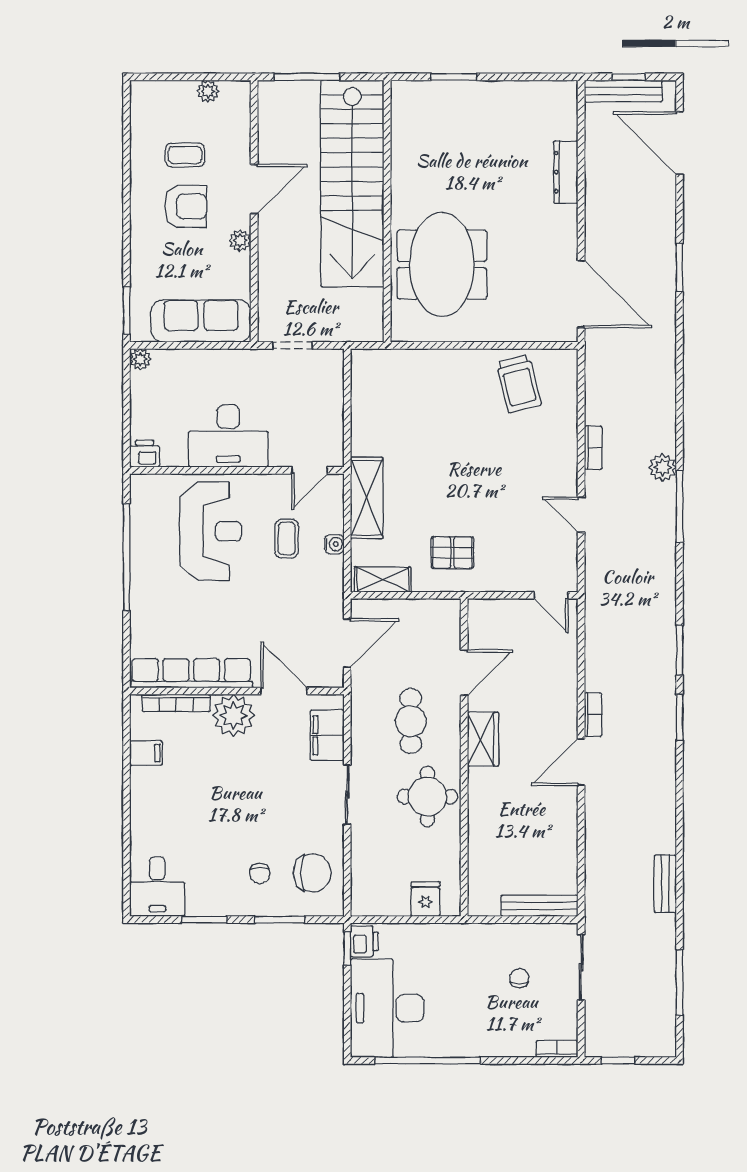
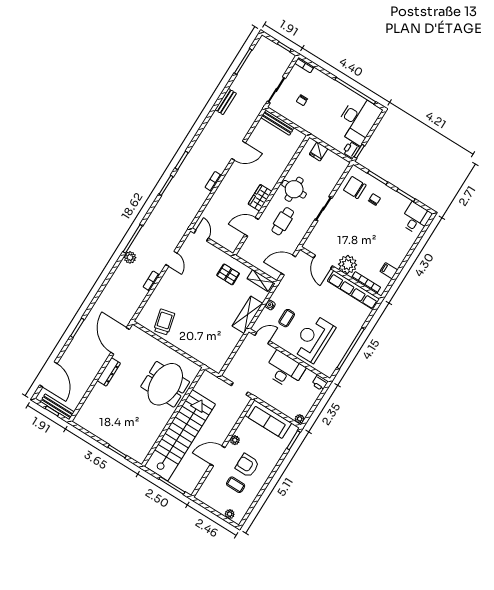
plant: (208, 91) -> (230, 514), moved
dresser: (566, 172) -> (109, 372), moved
filing cabinet: (327, 735) -> (317, 235), removed
door: (581, 762) -> (238, 151), moved

